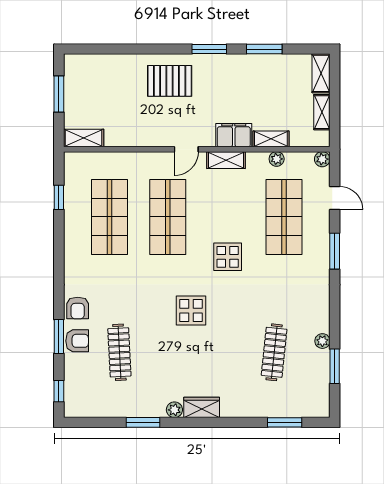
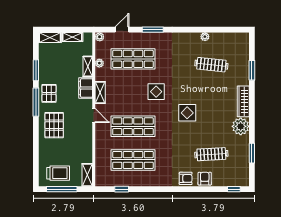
window: (209, 49) -> (36, 102), width x1.44
pallet: (225, 72) -> (49, 93), added
trolley: (87, 88) -> (58, 173), added
window: (59, 94) -> (62, 189), width x1.44
window: (59, 337) -> (202, 189), removed
window: (335, 366) -> (219, 30), removed
wardrobe: (202, 407) -> (243, 101), width x1.50
plant: (174, 410) -> (241, 126), width x1.88, depth x1.88
window: (143, 422) -> (252, 153), moved
window: (285, 422) -> (252, 70), moved

